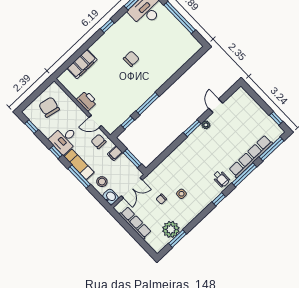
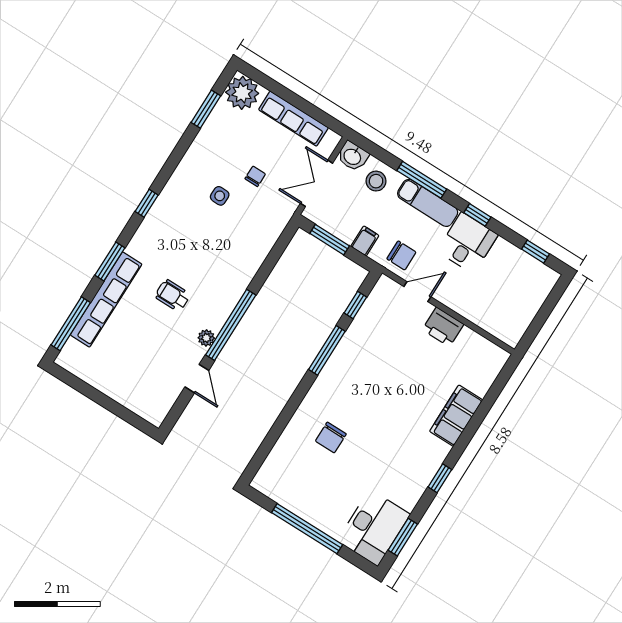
chair: (131, 59) -> (331, 437), moved
filing cabinet: (82, 64) -> (456, 416), moved
chair: (49, 107) -> (511, 297), removed
window: (276, 118) -> (77, 384), removed
window: (192, 128) -> (231, 325), width x2.11
window: (244, 175) -> (110, 262), width x0.69
wheelchair: (221, 179) -> (173, 295), moved
plant: (171, 229) -> (242, 93), moved

